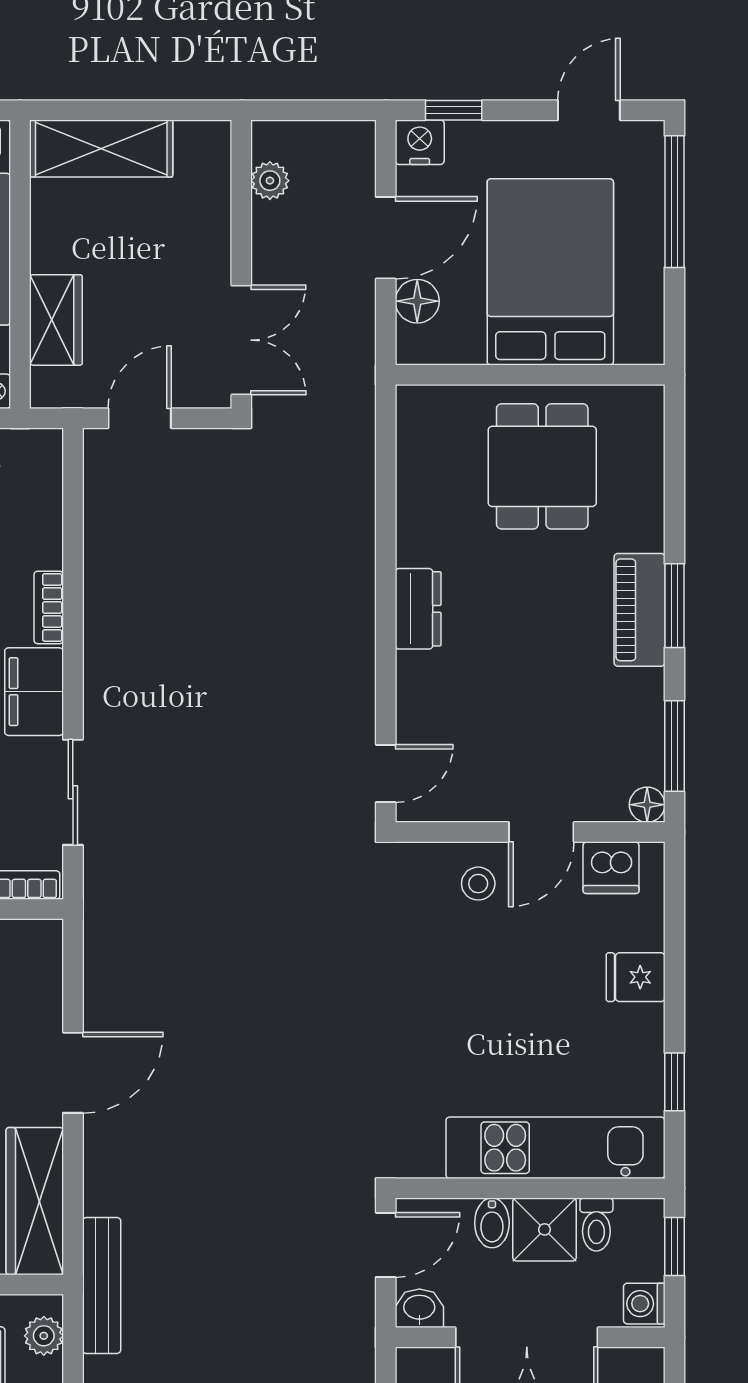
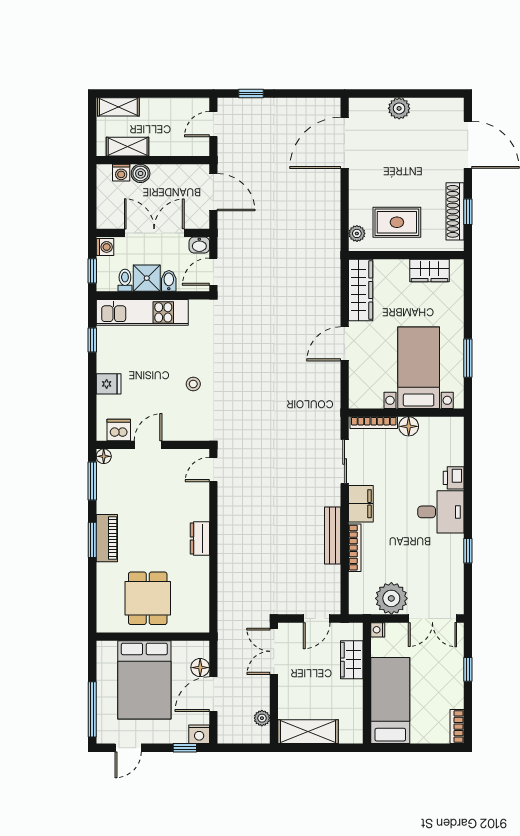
shelving: (101, 148) -> (308, 732), moved
bookcase: (49, 607) -> (355, 548), width x1.56
stool: (478, 884) -> (193, 384), moved
bench: (102, 1285) -> (333, 536), moved

